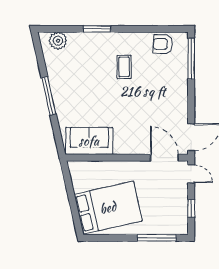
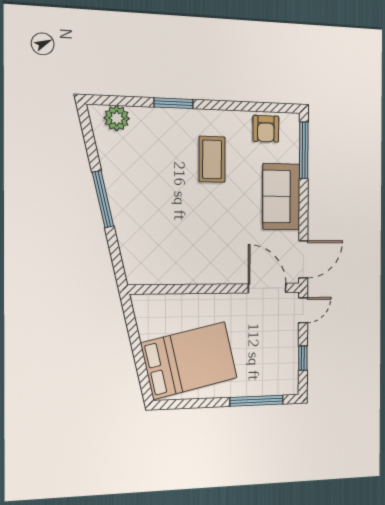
armchair: (163, 44) -> (266, 129), turned -92
coffee table: (124, 67) -> (212, 159), width x1.36, depth x1.30
sofa: (89, 141) -> (281, 197), moved, turned -90
door: (191, 174) -> (303, 310), hinge flipped

